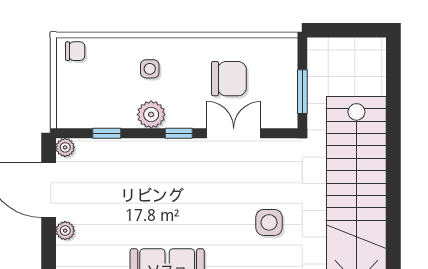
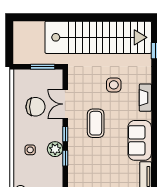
chair: (229, 79) -> (36, 107), turned 90
window: (107, 133) -> (65, 158), moved
coffee table: (199, 189) -> (96, 123), added

